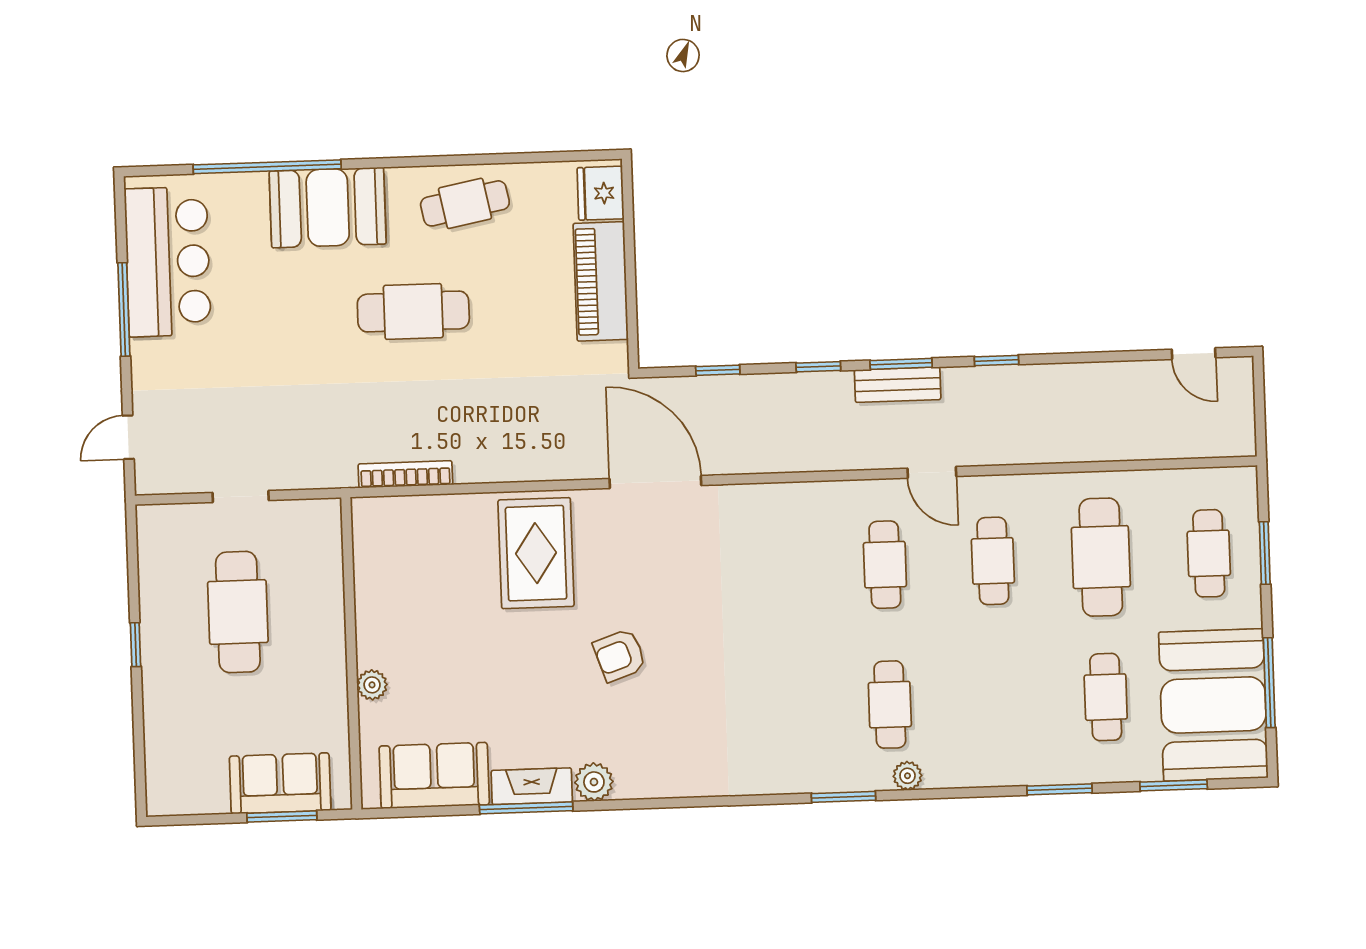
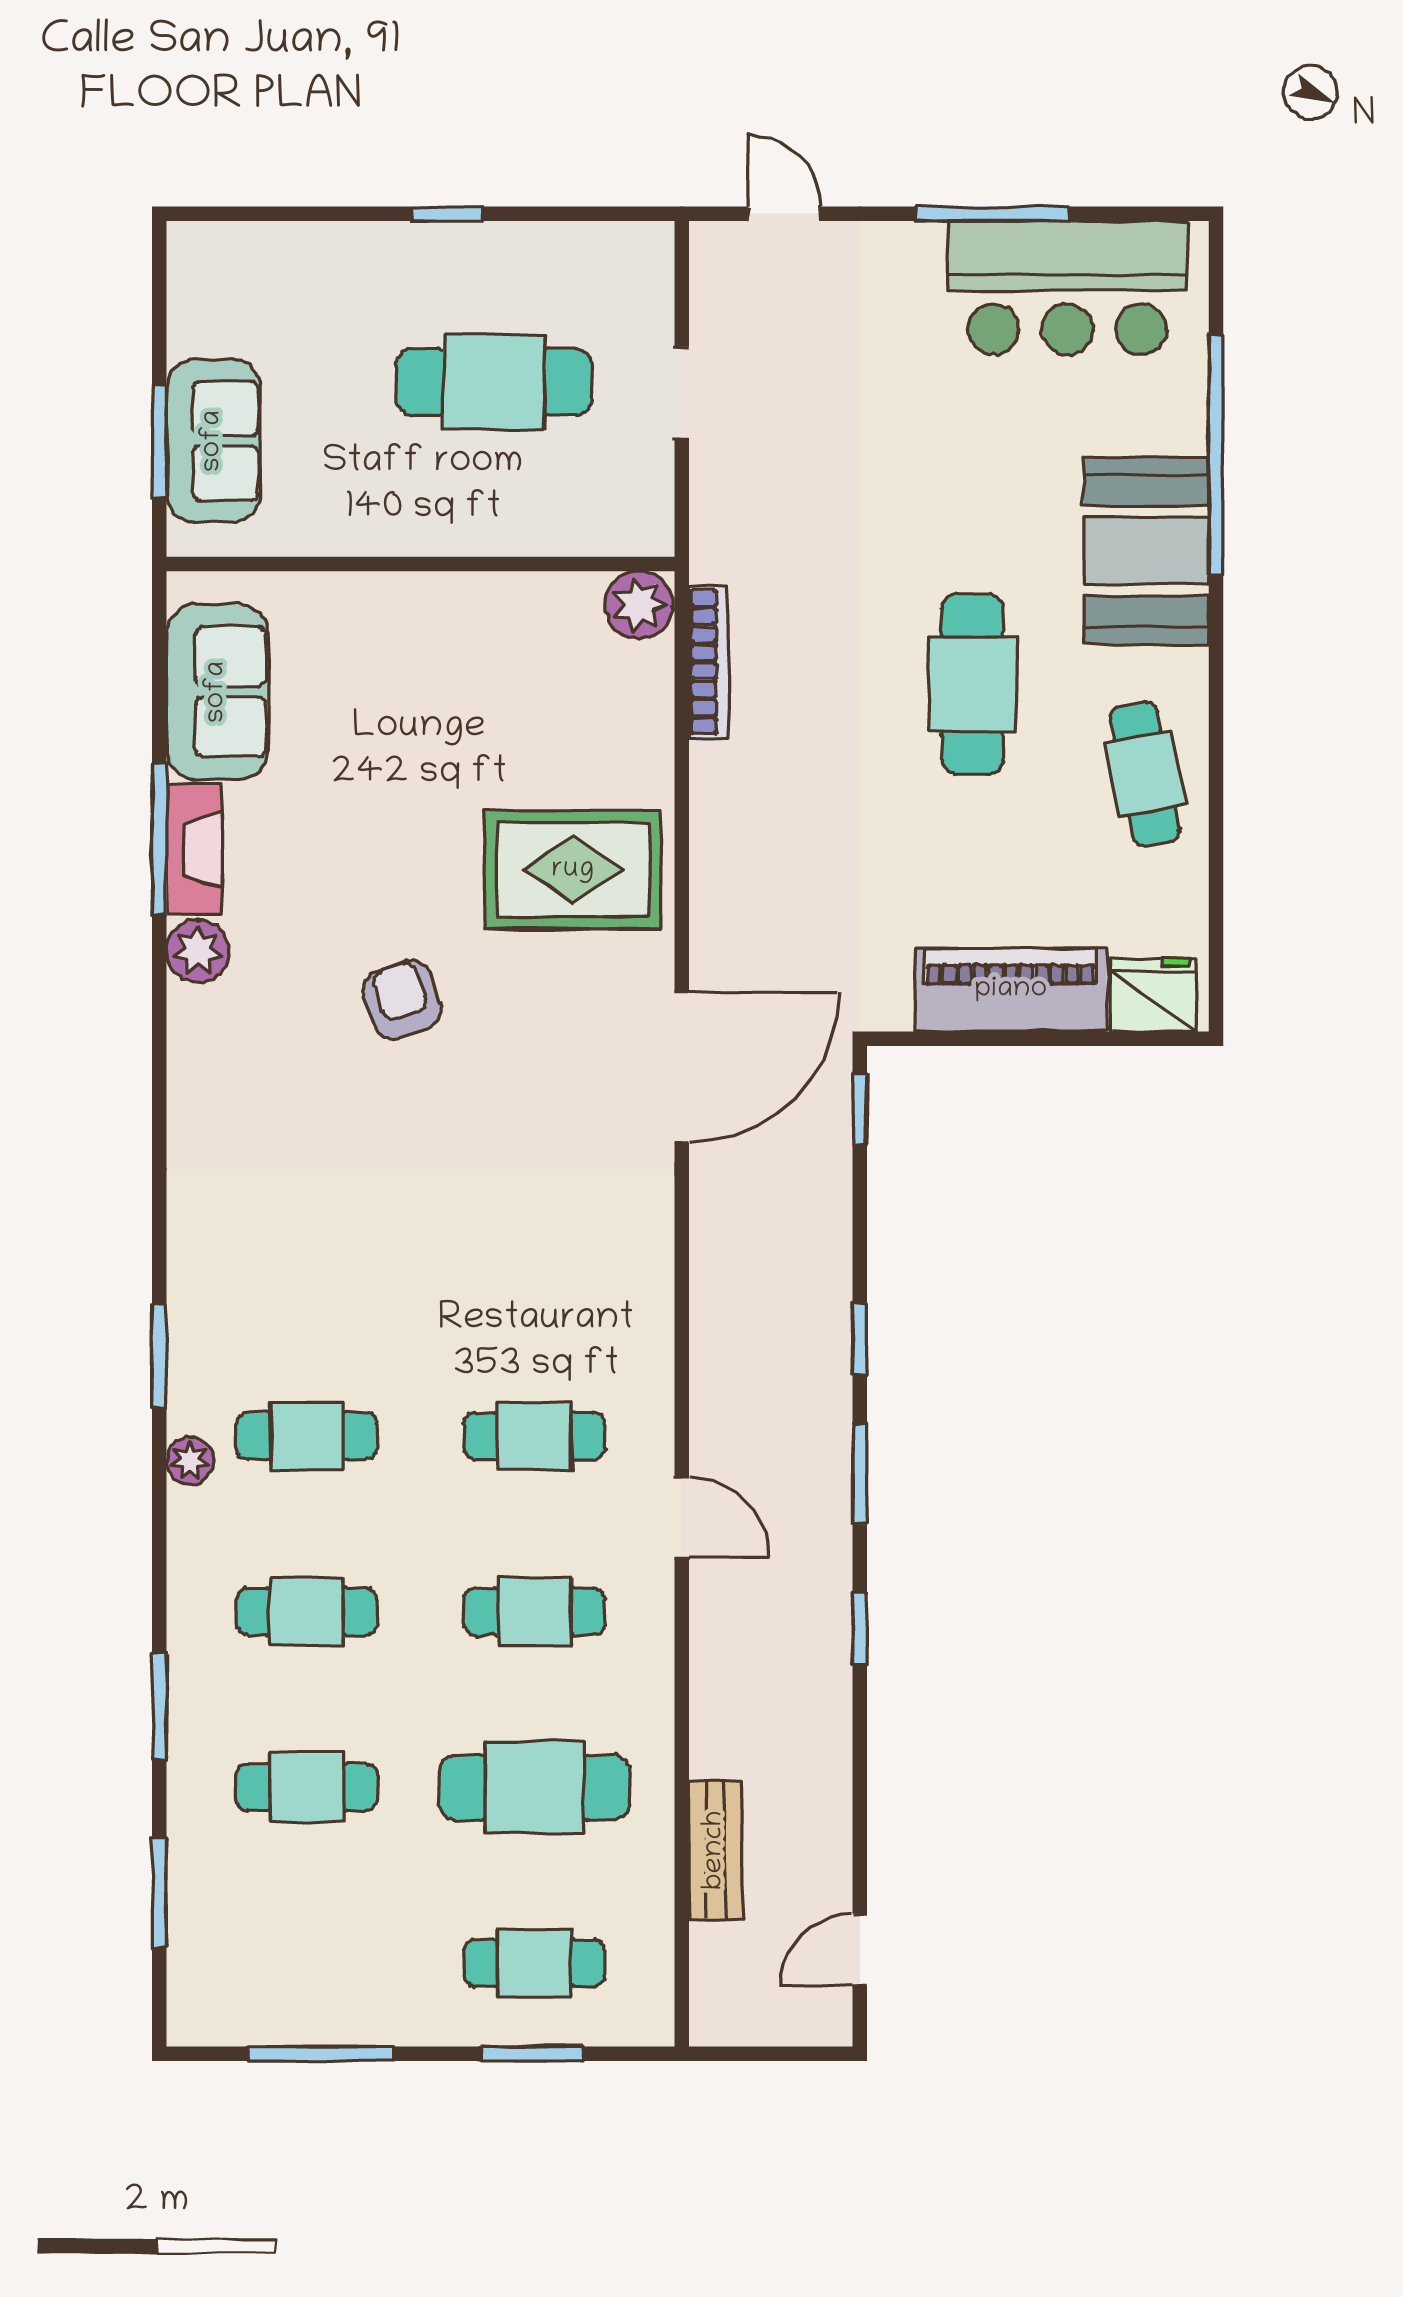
window: (718, 370) -> (860, 1109), moved
bench: (898, 385) -> (715, 1850), moved
door: (932, 472) -> (682, 1517), swing flipped
plant: (372, 685) -> (639, 605), moved, width x1.38, depth x1.38
cafe table: (998, 701) -> (307, 1612), added
booth: (1213, 705) -> (288, 1962), removed

